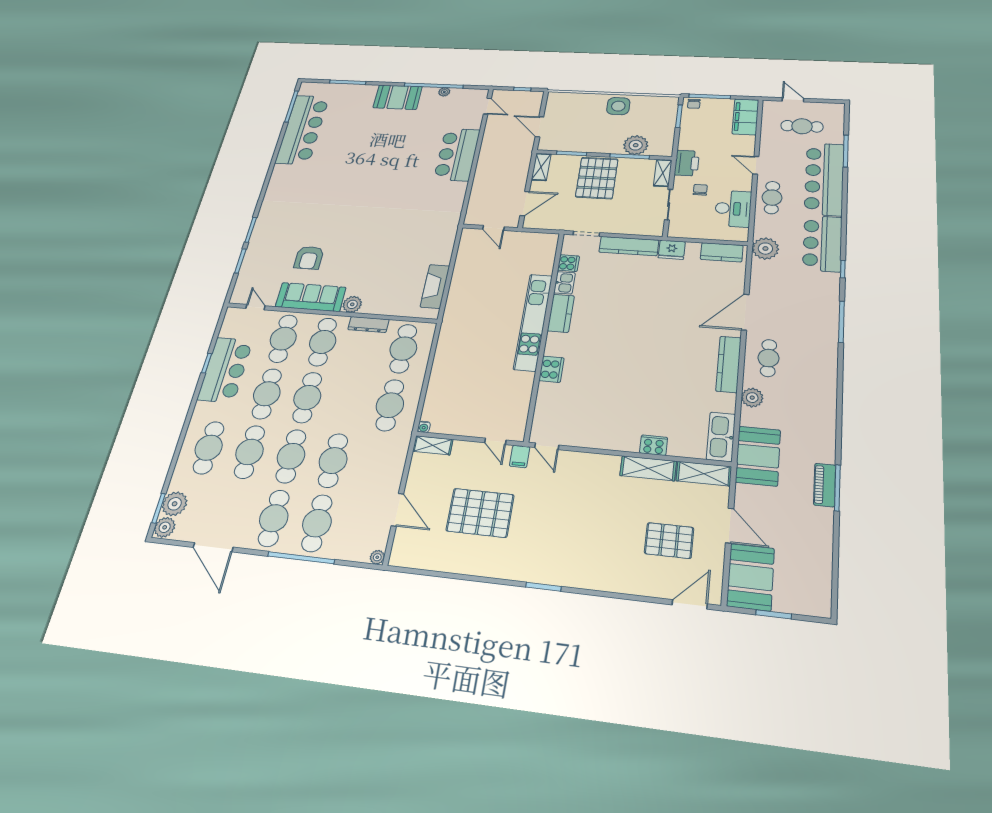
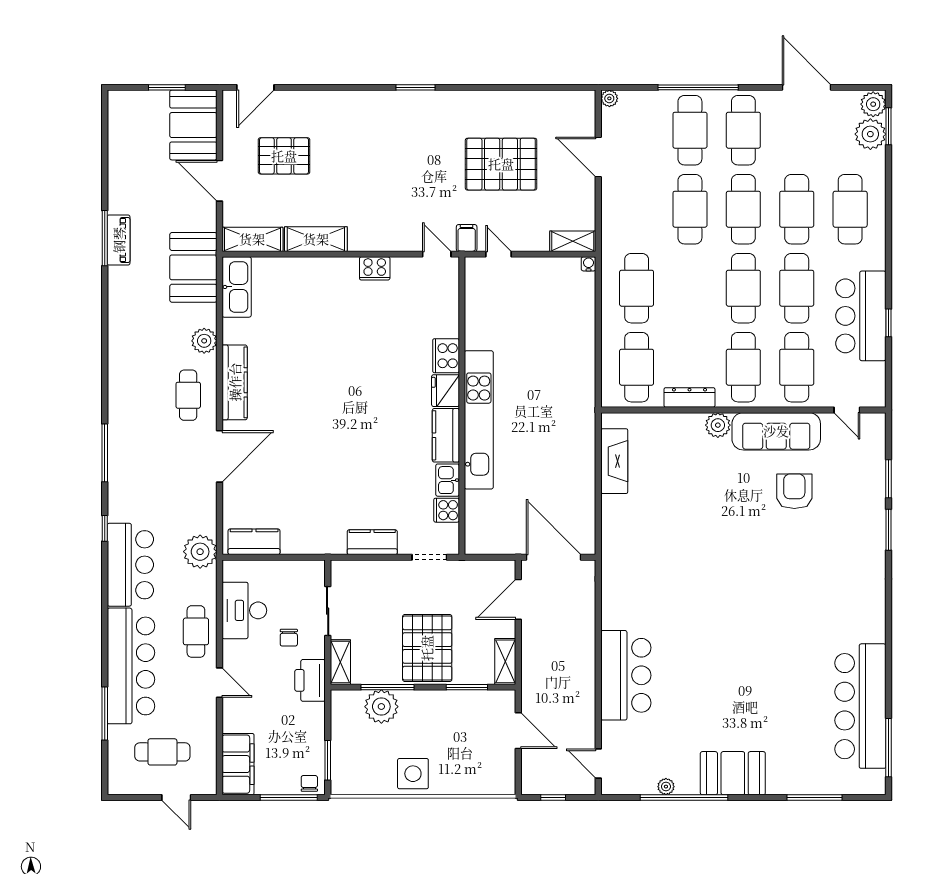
door: (494, 228) -> (554, 557), width x1.87
kitchen counter: (629, 246) -> (372, 542), width x0.67
fridge: (672, 250) -> (446, 391), moved, turned -90
cooker: (654, 445) -> (375, 268), moved

